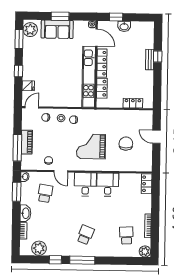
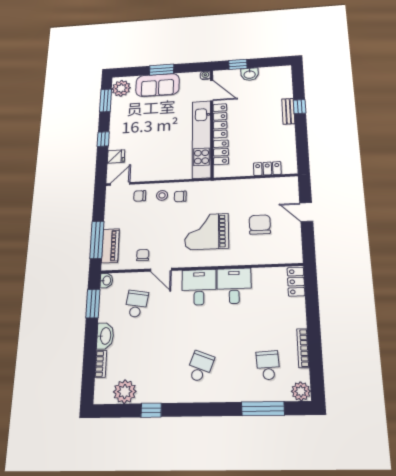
piano: (27, 142) -> (110, 246), moved
window: (82, 260) -> (263, 409), moved

